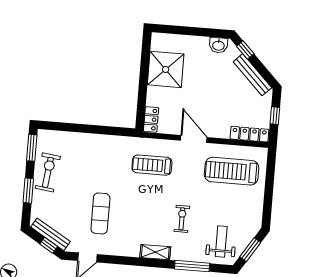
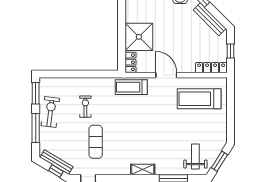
shower: (166, 69) -> (139, 37), moved
treadmill: (152, 165) -> (131, 87), moved
window: (28, 191) -> (36, 128), width x1.44
exercise bike: (182, 219) -> (85, 107), moved

